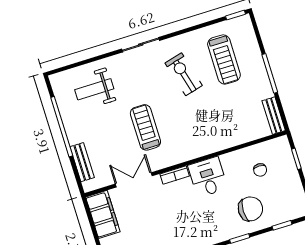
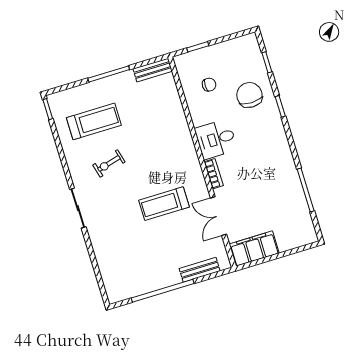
exercise bike: (184, 74) -> (109, 163), width x0.73, depth x0.72
weight bench: (94, 89) -> (124, 257), removed

